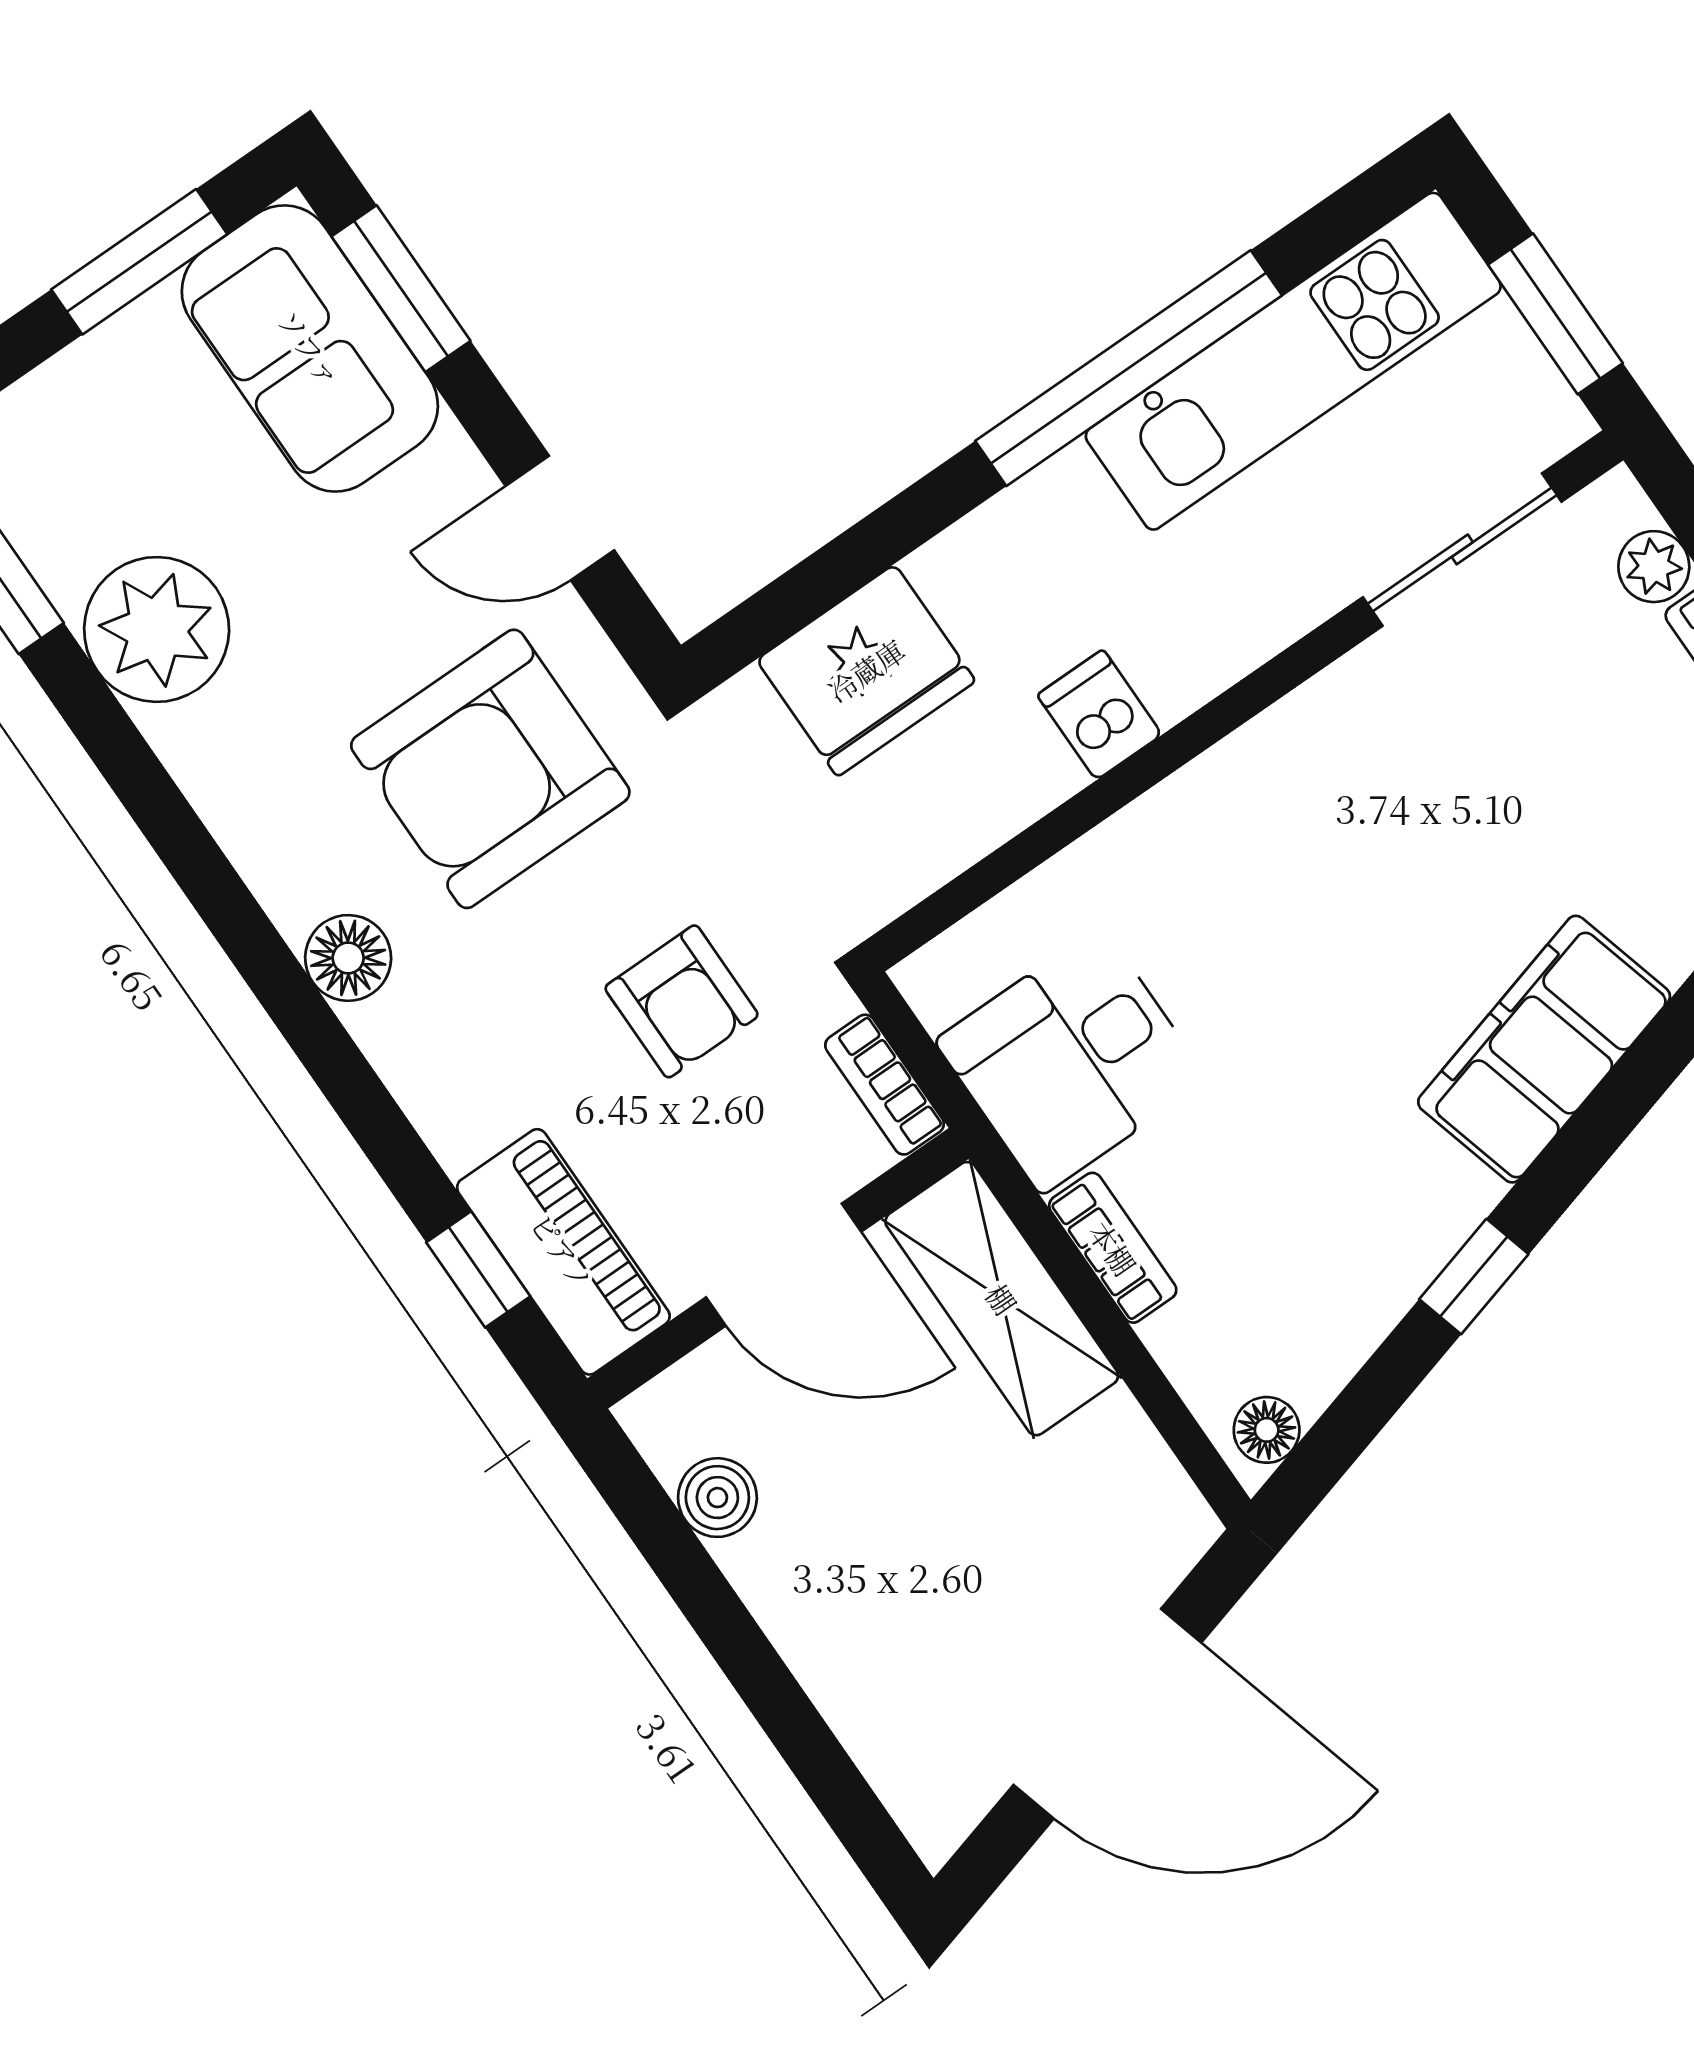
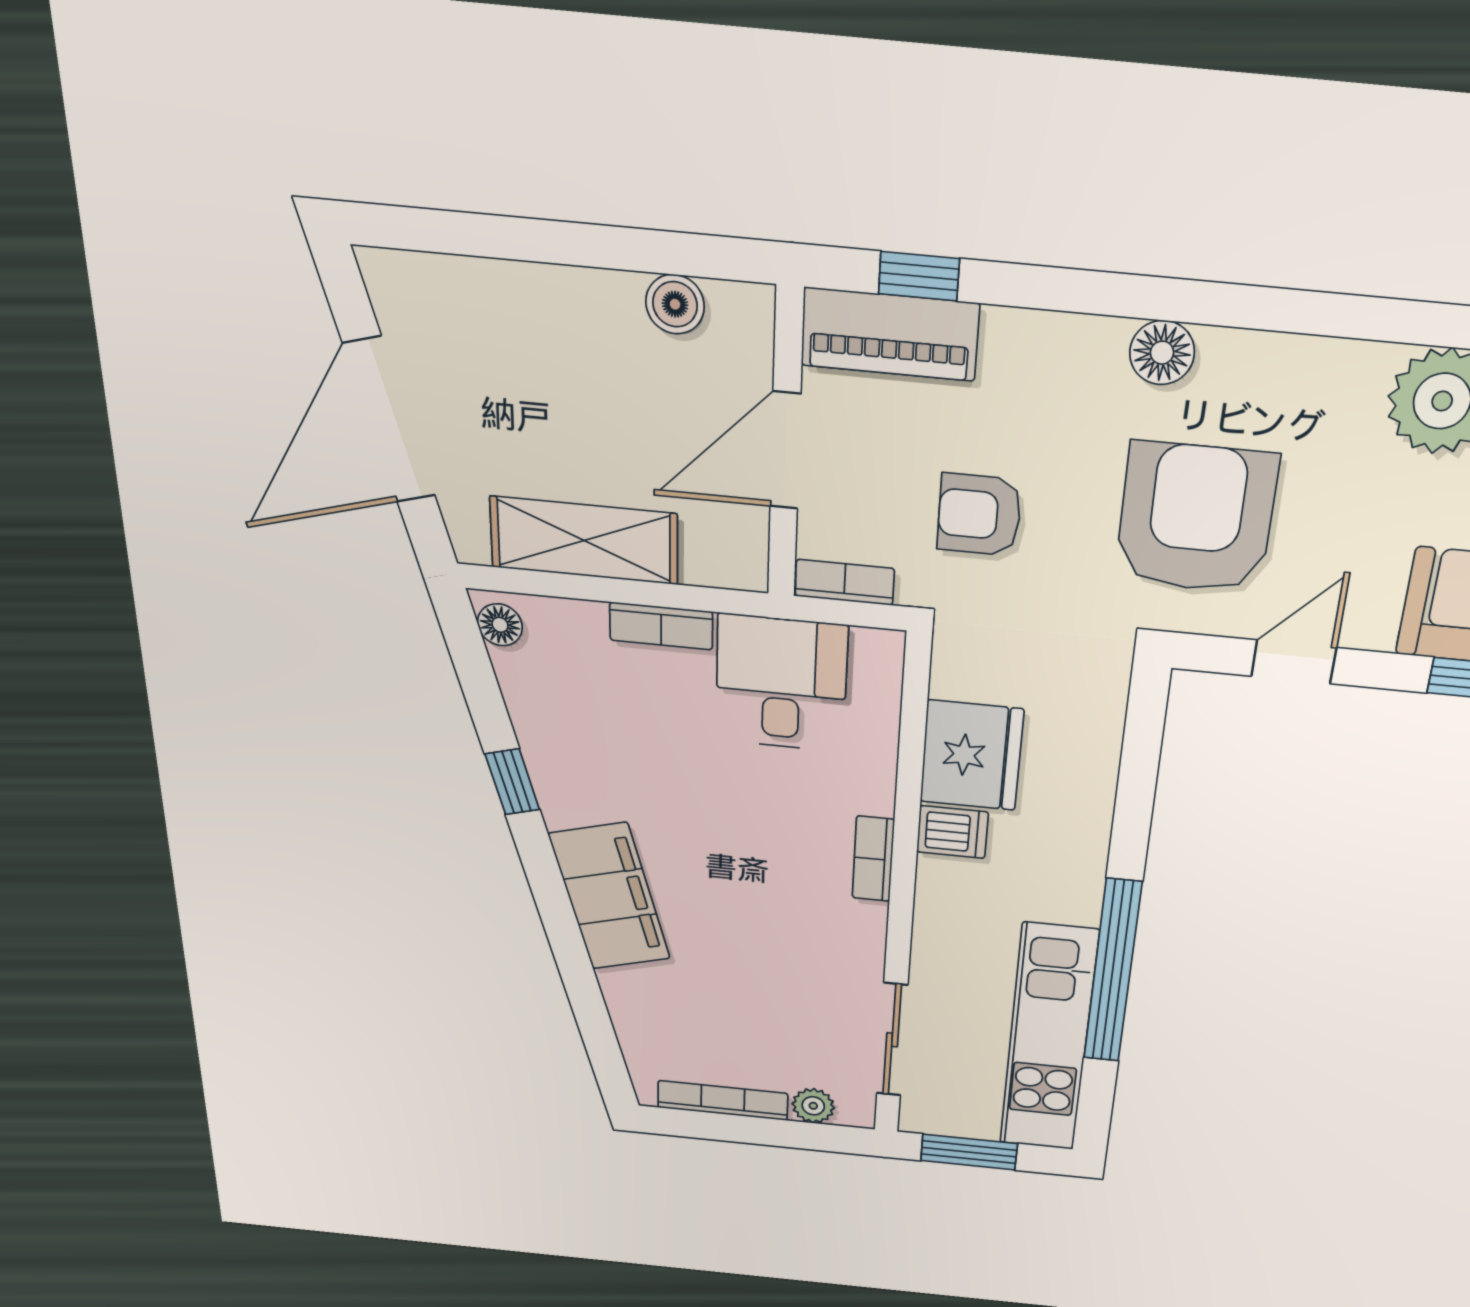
fridge: (866, 670) -> (972, 755), moved, turned 180
bookcase: (1216, 777) -> (873, 859), added
shelving: (1002, 1299) -> (584, 540), moved

